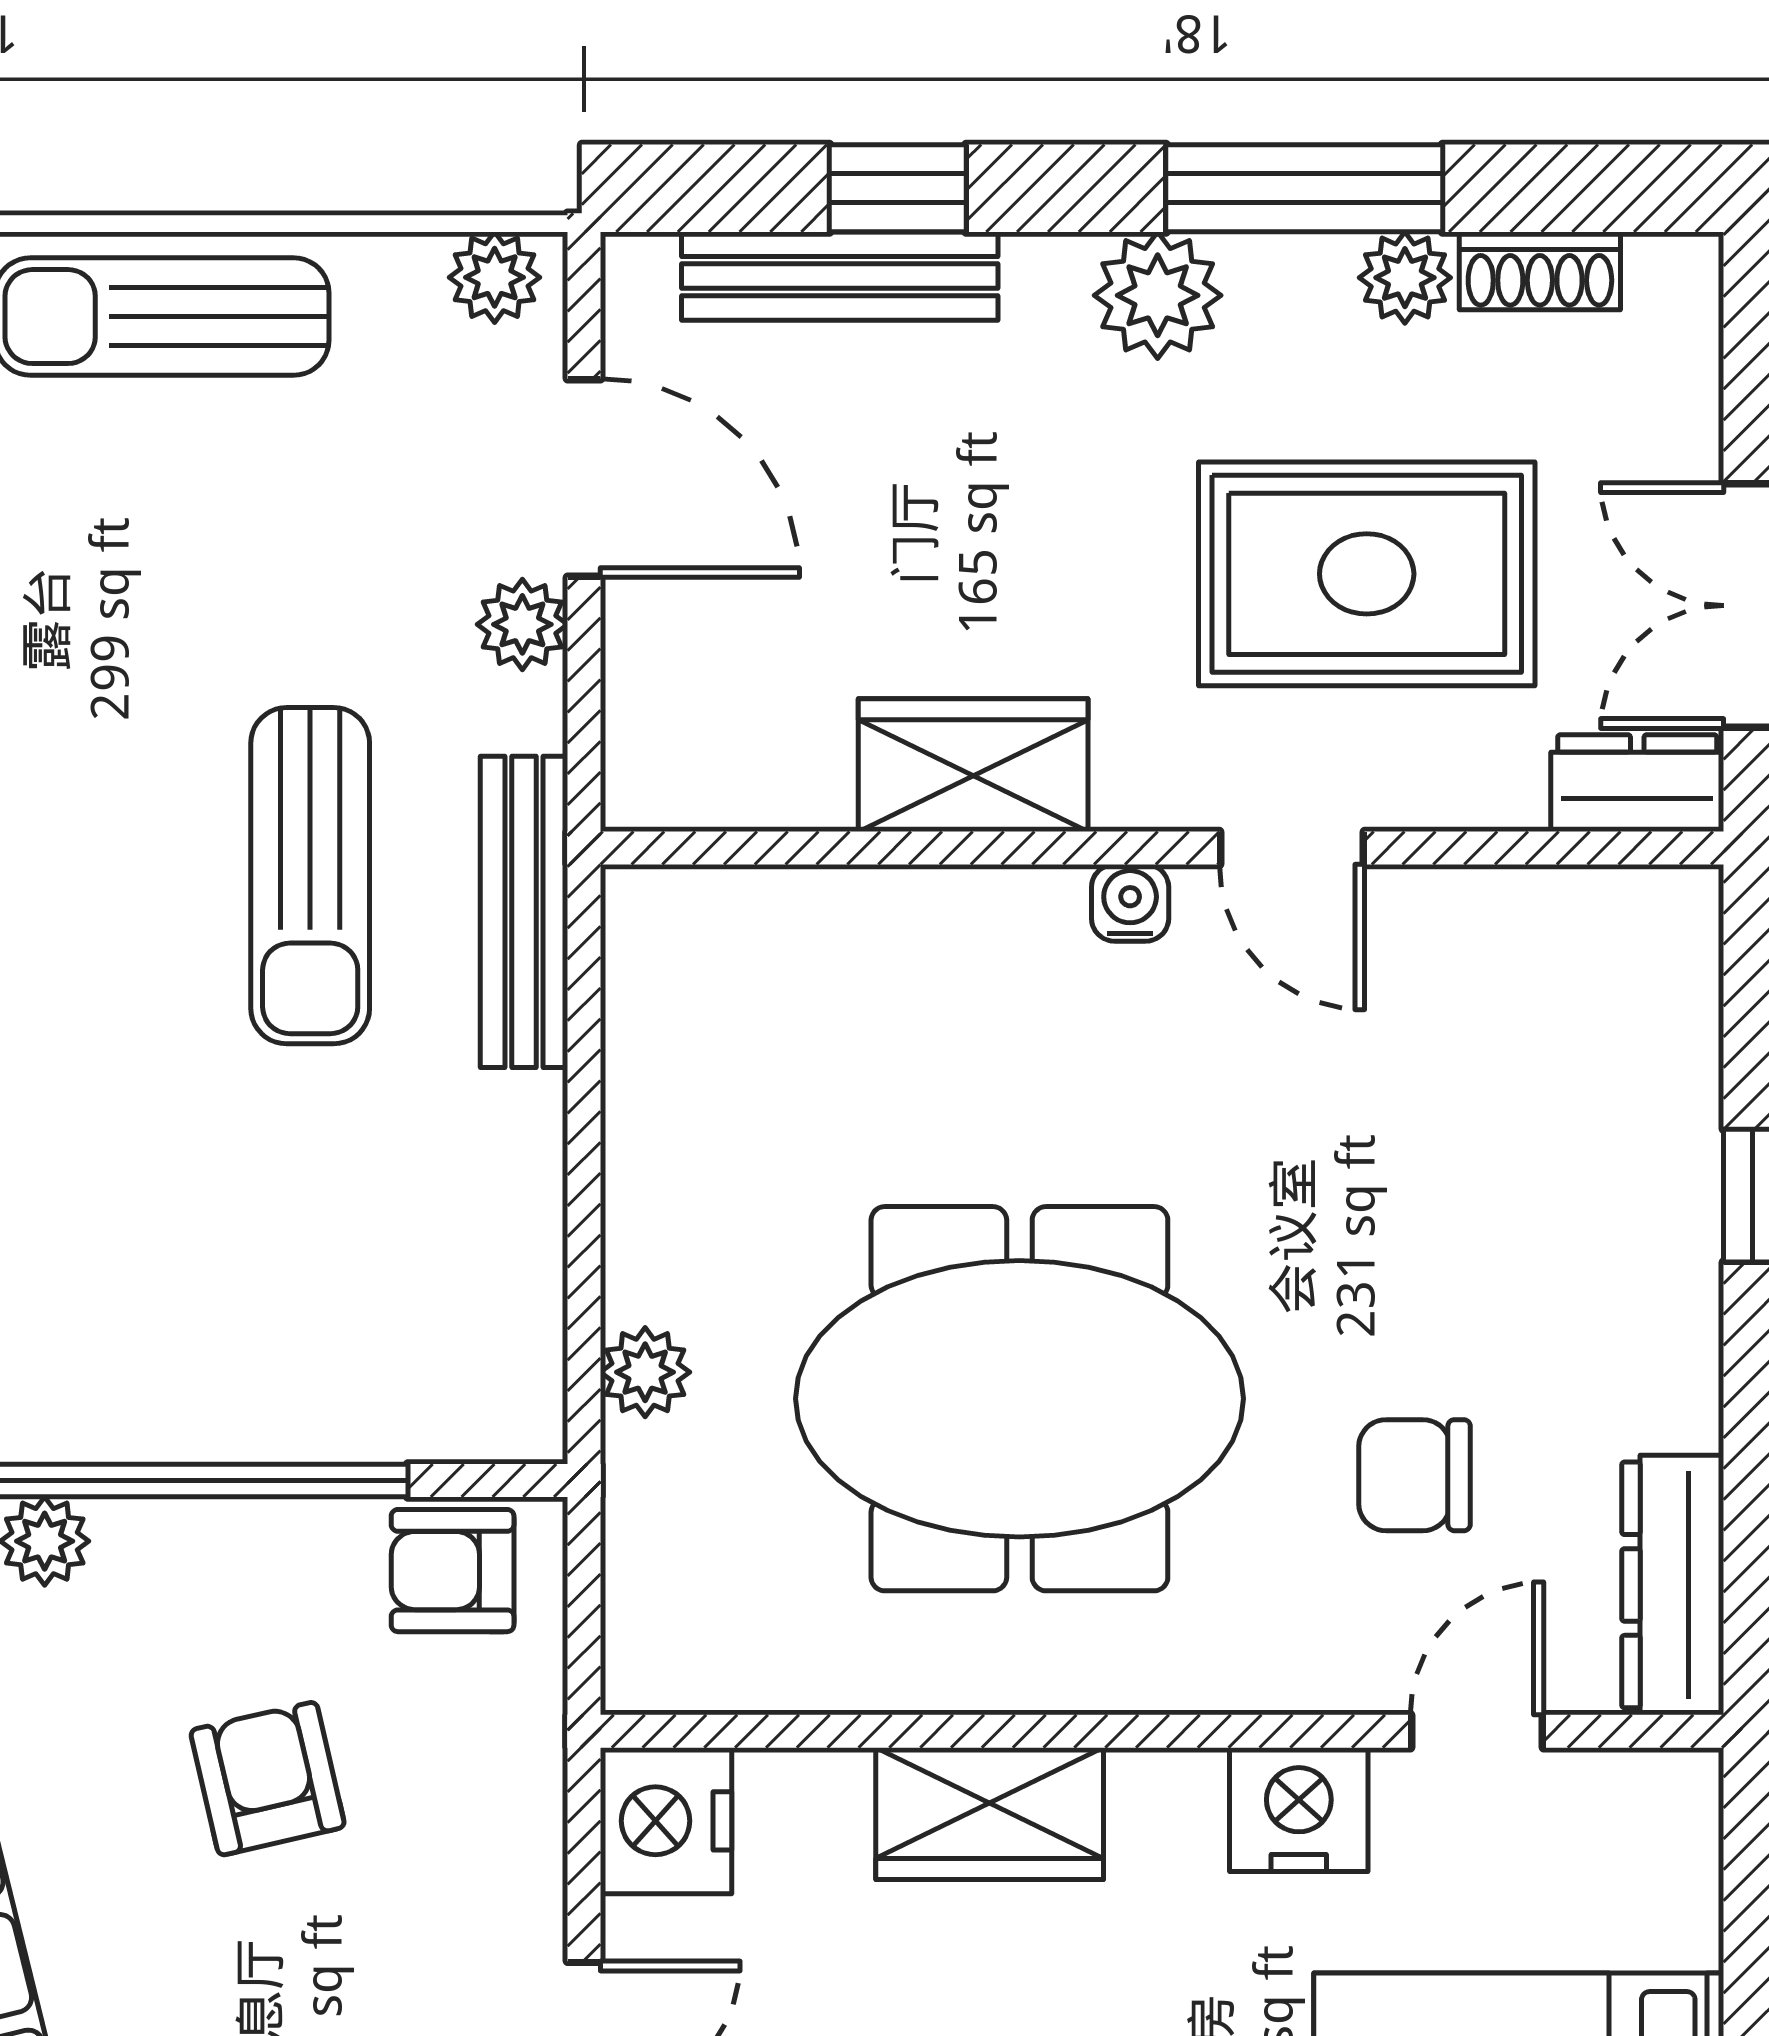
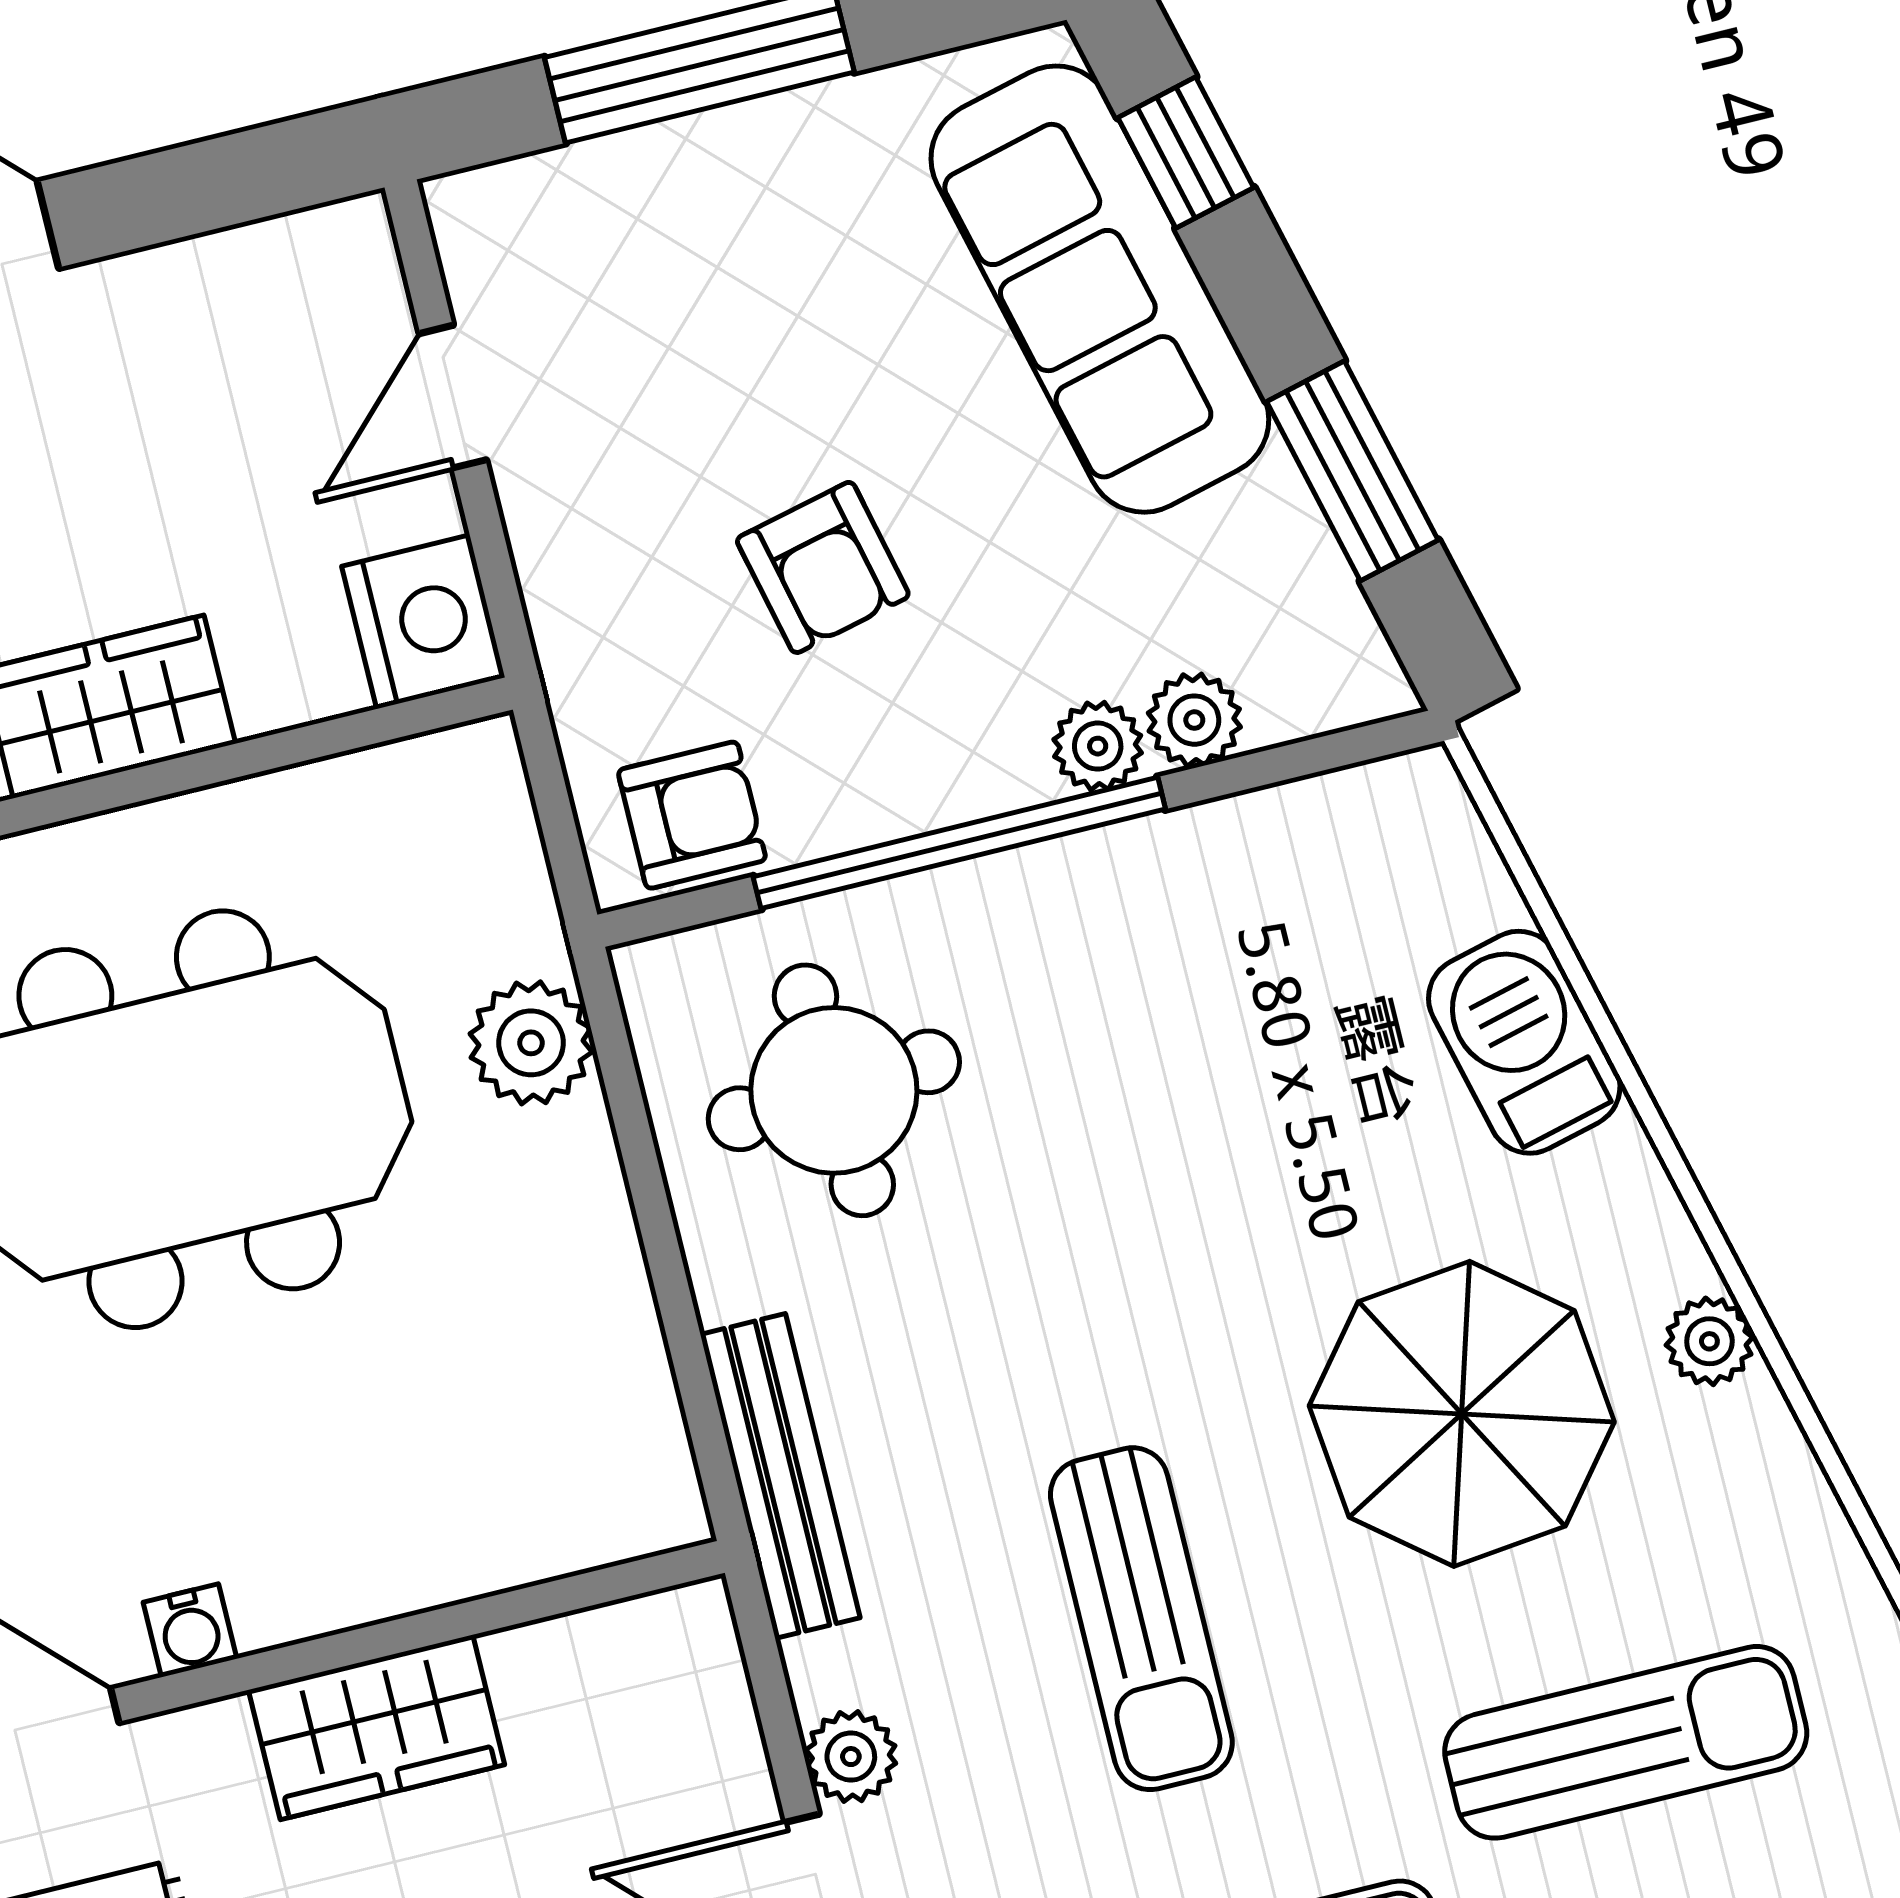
sun lounger: (310, 876) -> (1141, 1619), moved, turned 180
round table: (381, 1271) -> (834, 1090), added
plant: (645, 1372) -> (531, 1043), width x1.38, depth x1.38

